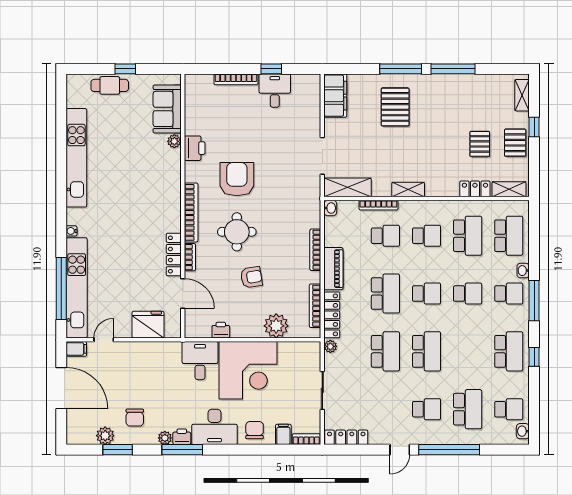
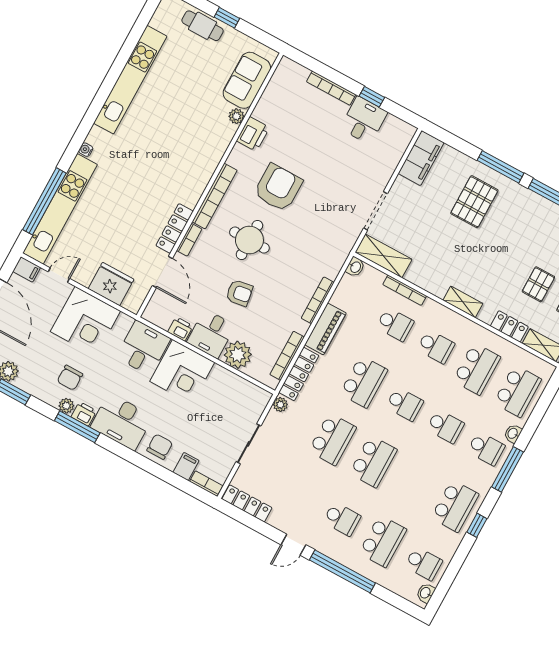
shelving: (408, 190) -> (463, 302), moved
desk: (247, 321) -> (211, 334), added
corner desk: (144, 364) -> (85, 321), added
corner desk: (248, 370) -> (182, 372), width x0.74, depth x0.74
chair: (135, 418) -> (70, 378), moved

